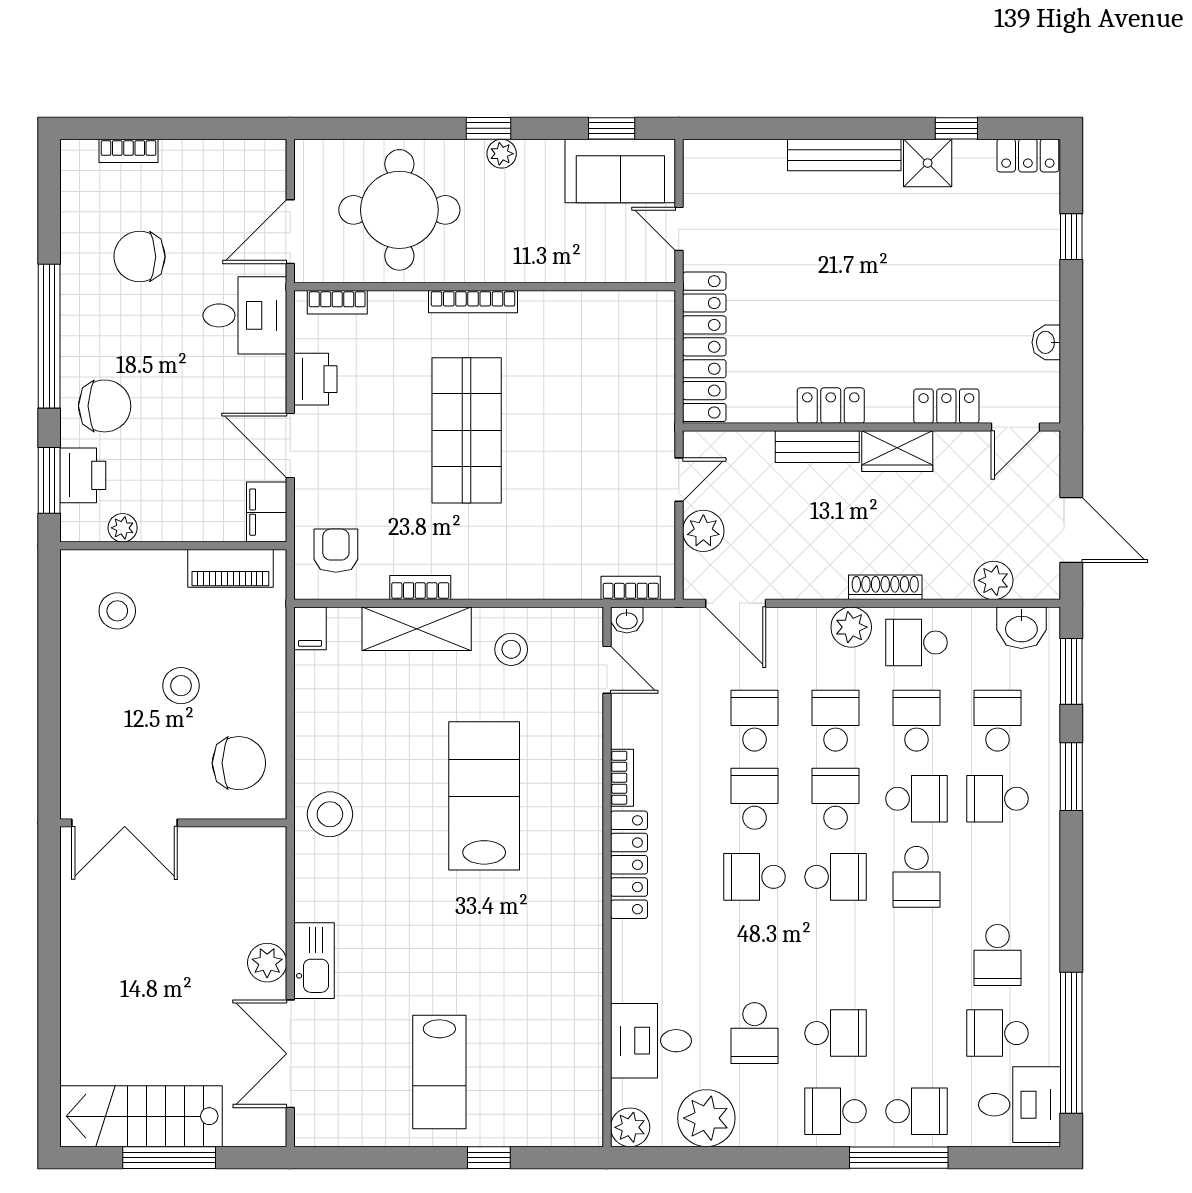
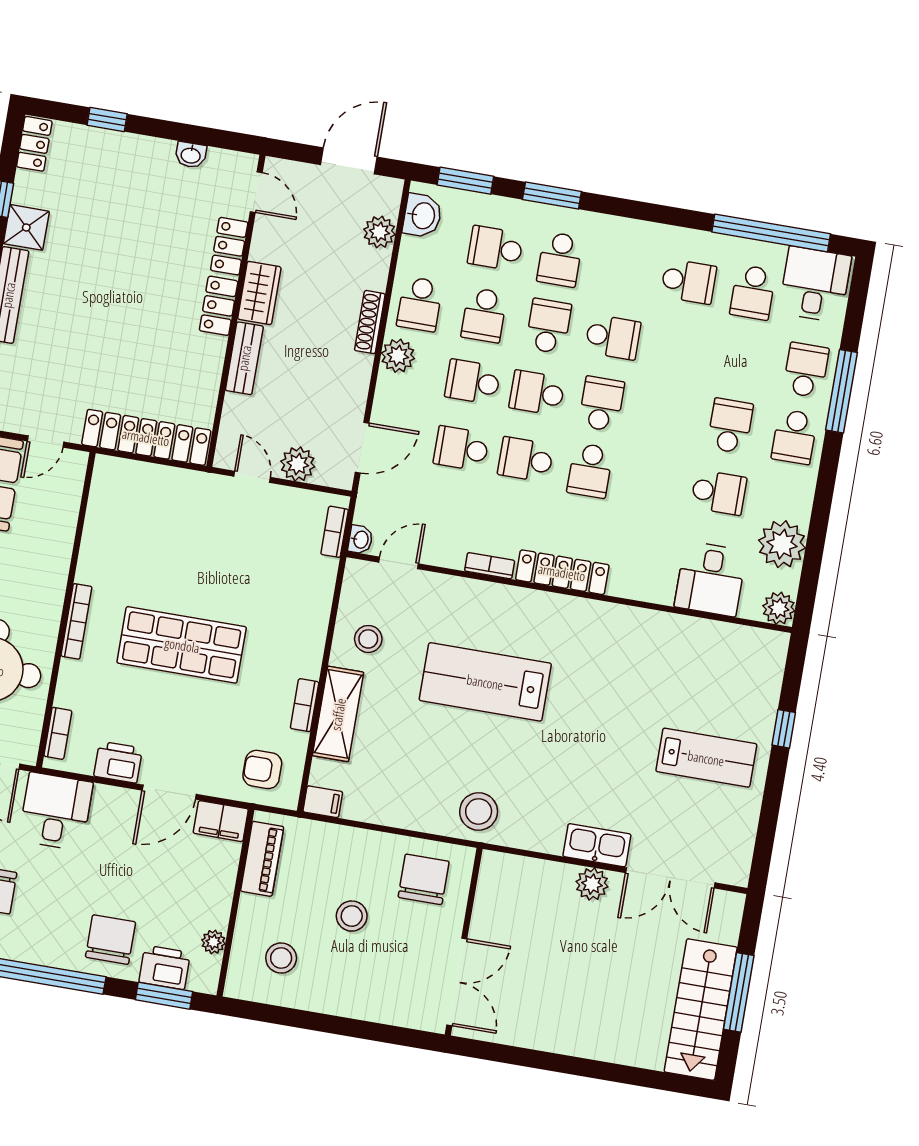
locker: (831, 406) -> (219, 306), moved
school desk: (917, 721) -> (484, 315), turned -90

